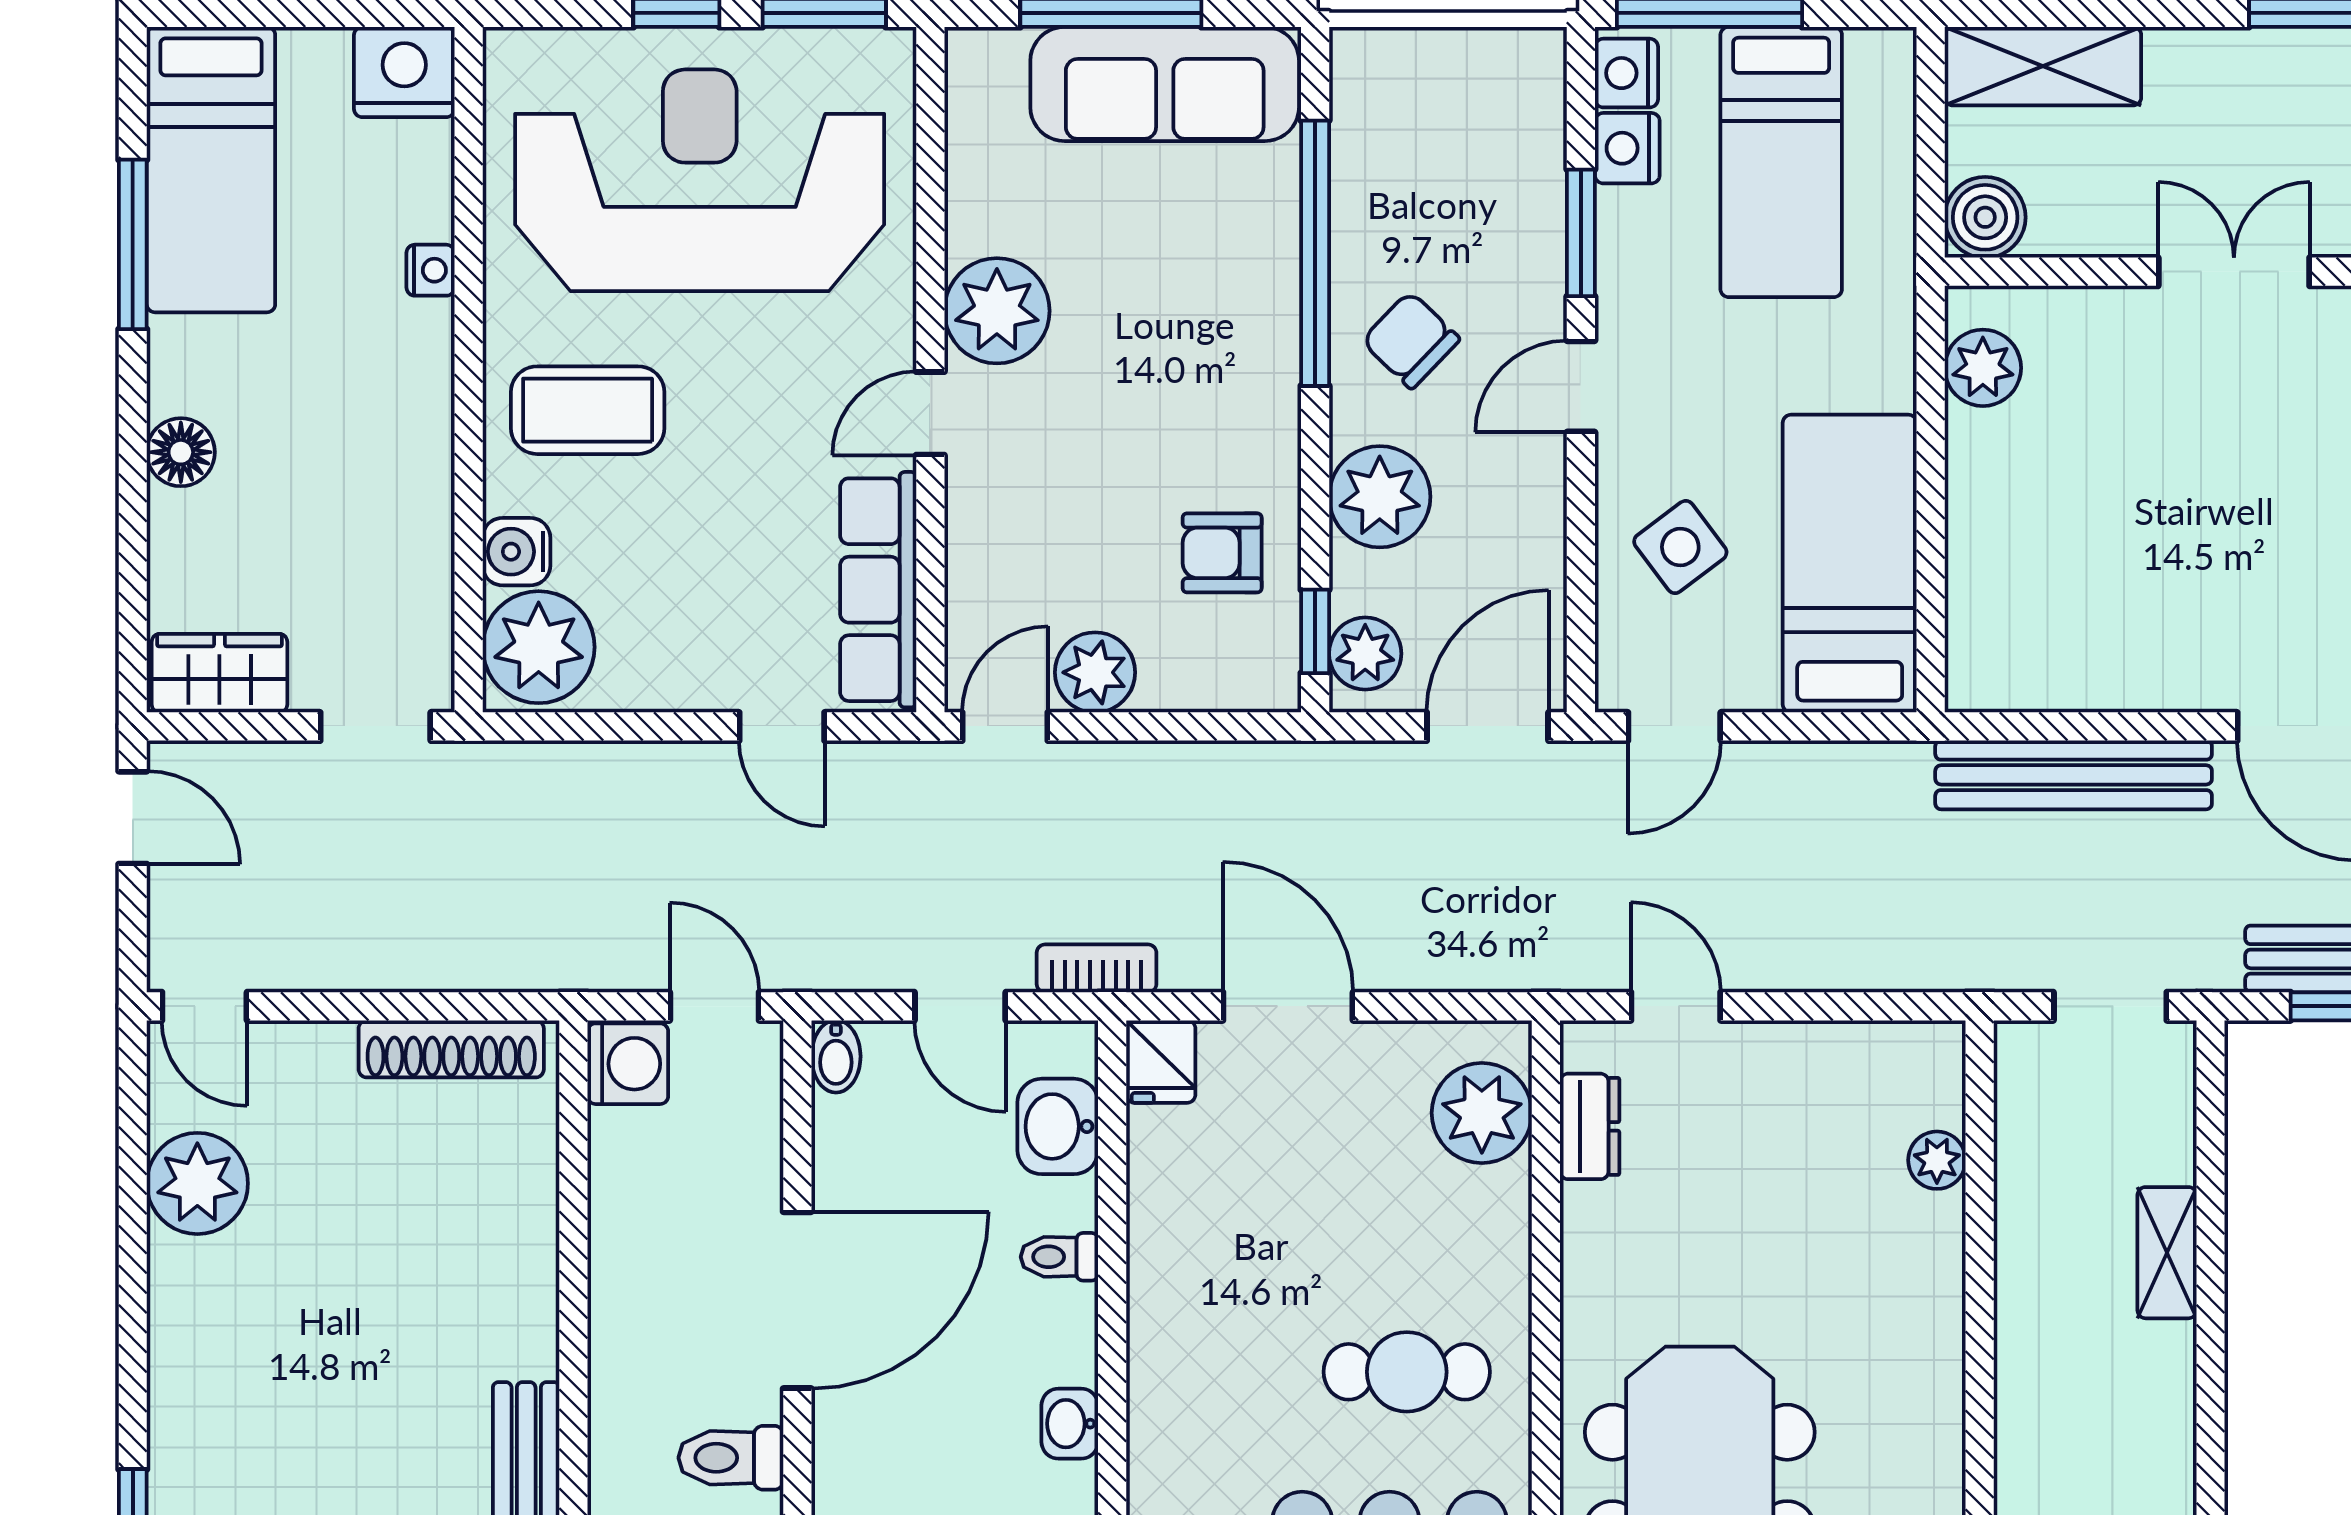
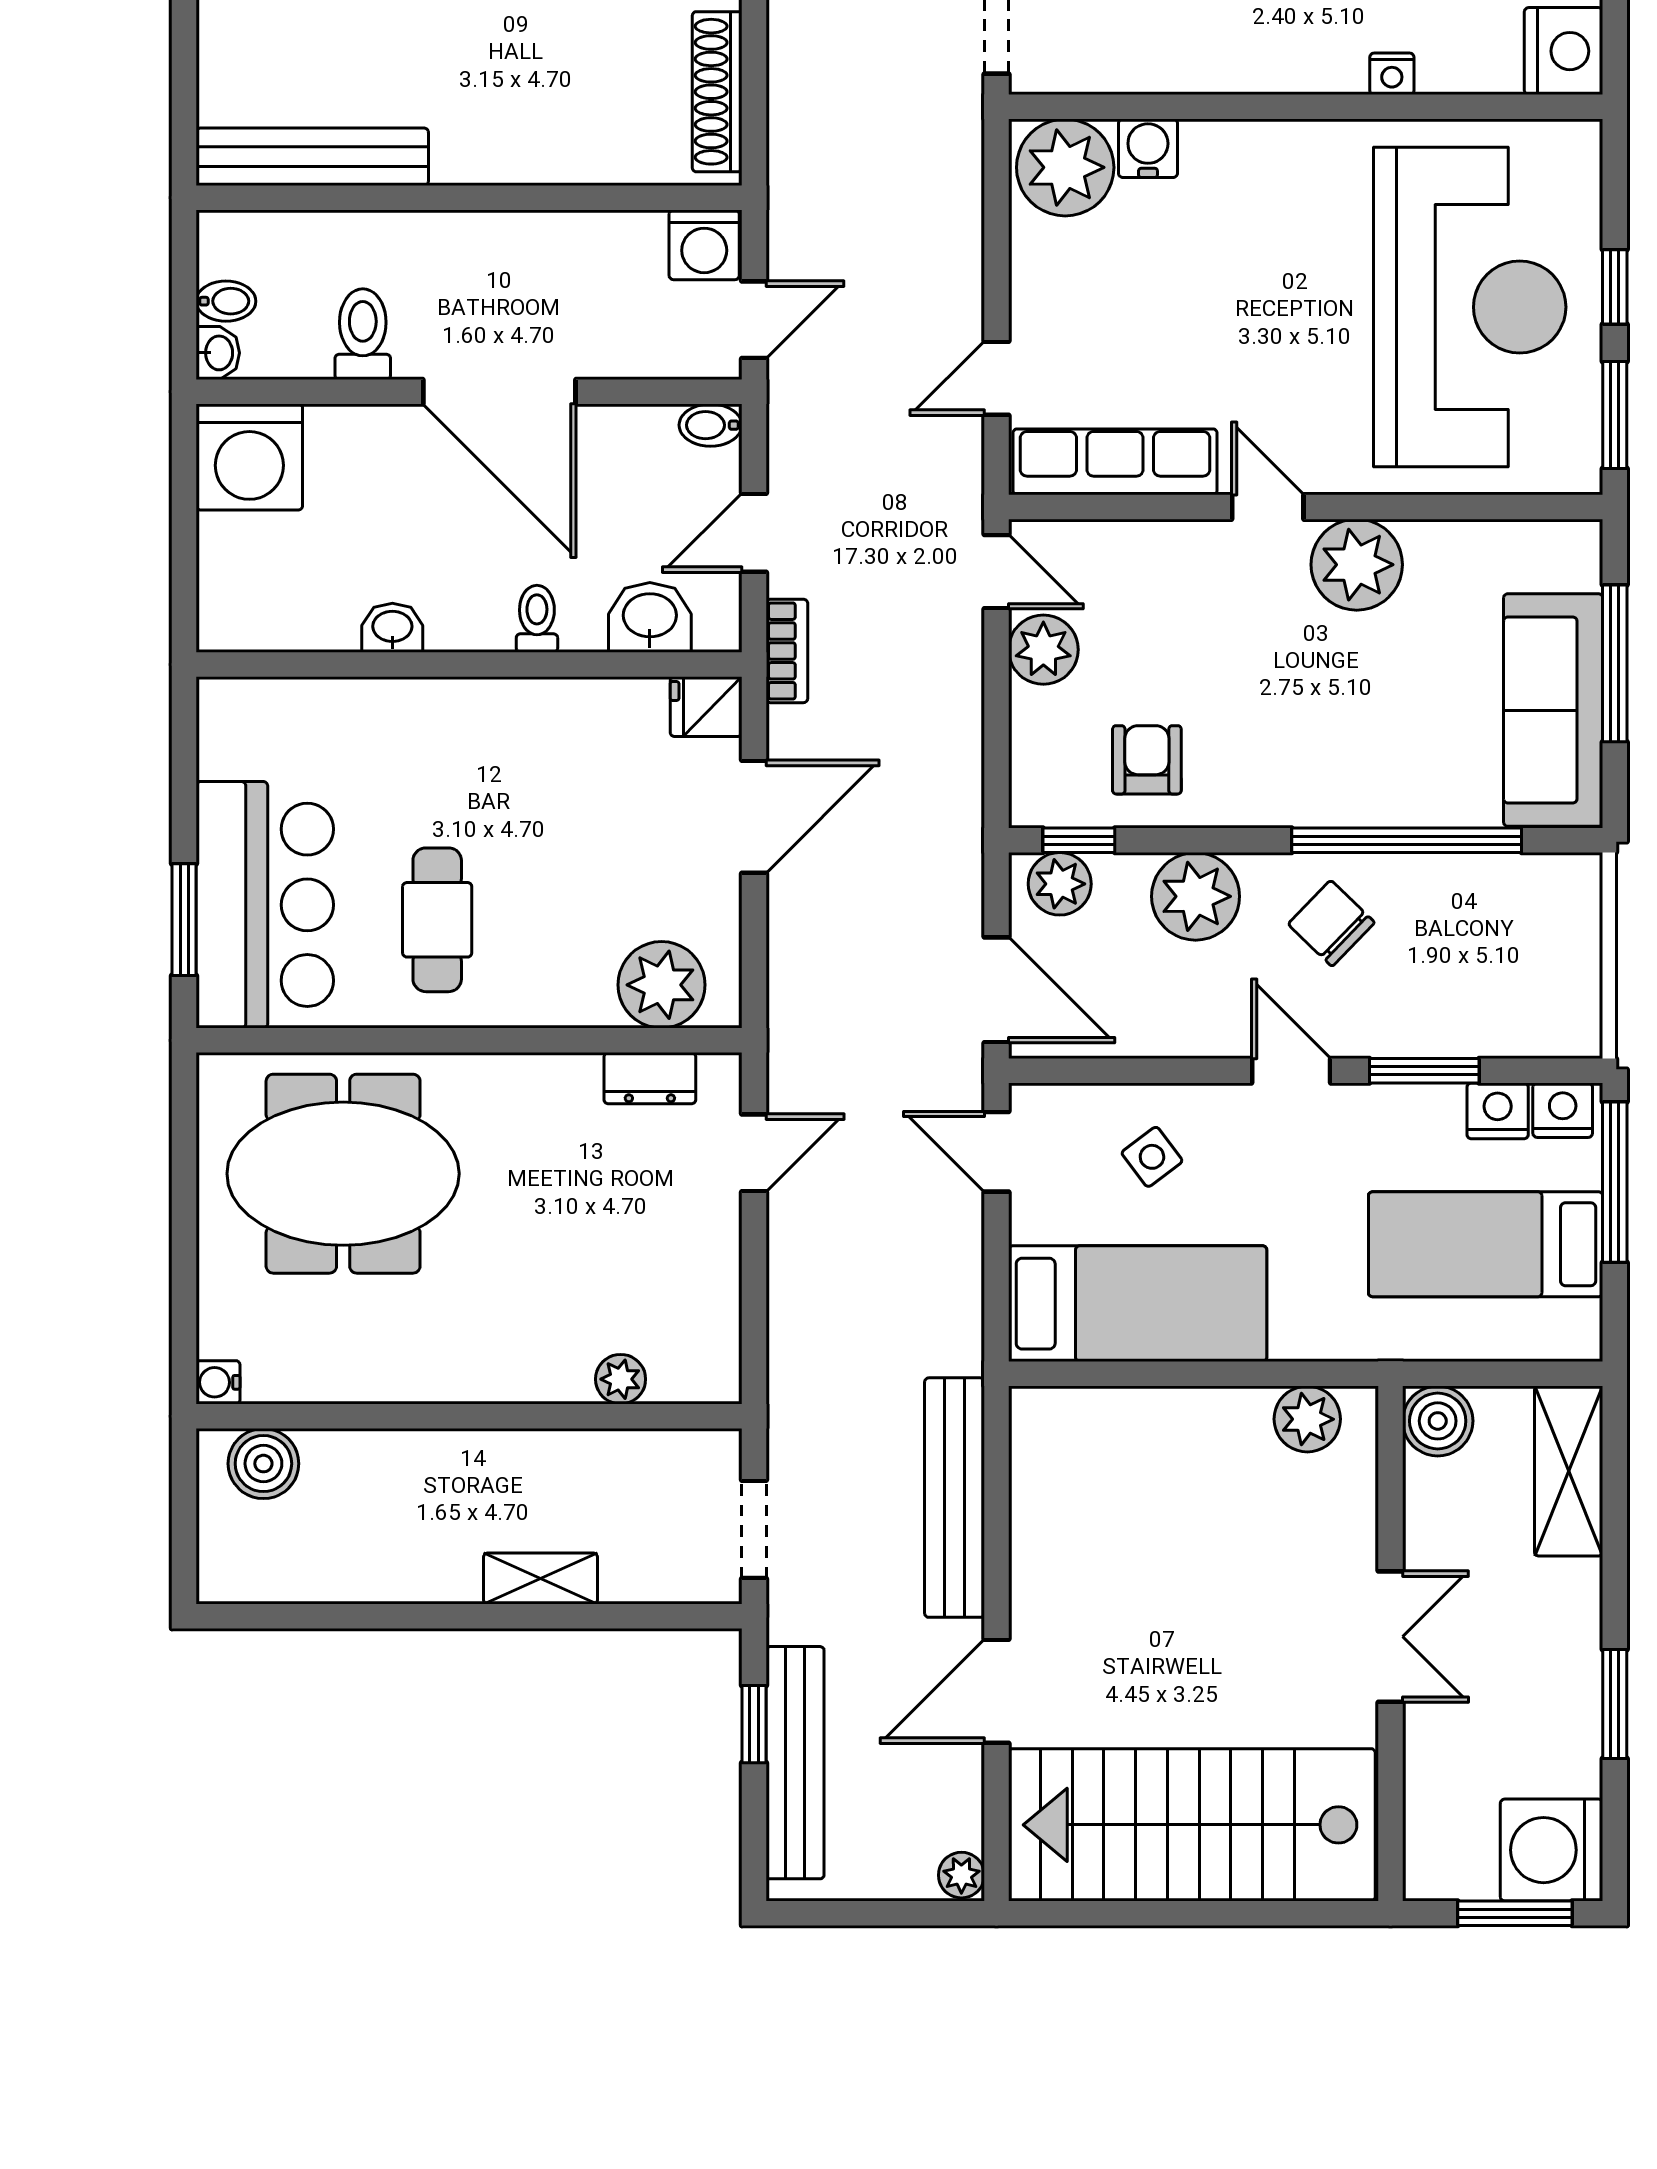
chair: (1411, 340) -> (1331, 923), turned -90
coffee table: (588, 410) -> (1271, 210), removed
side table: (1680, 547) -> (1152, 1157), width x0.73, depth x0.73

